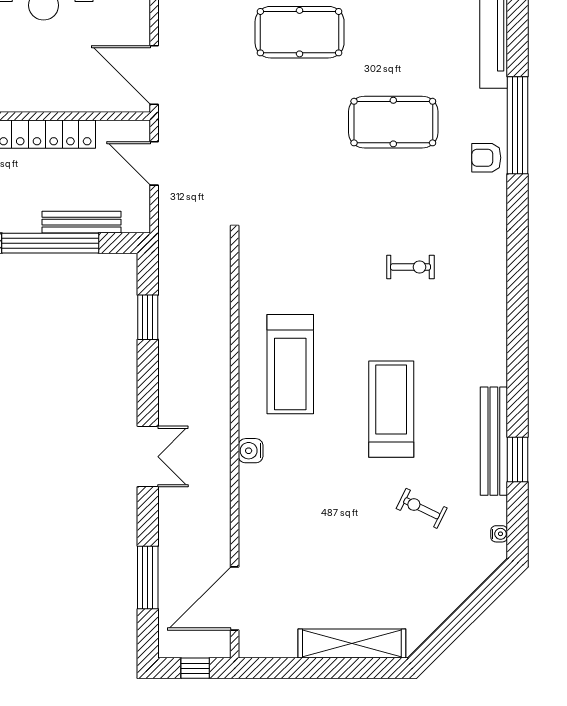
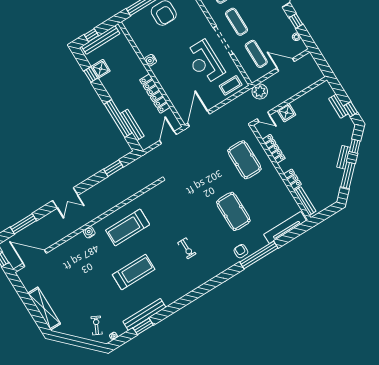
exercise bike: (422, 508) -> (97, 325), moved

